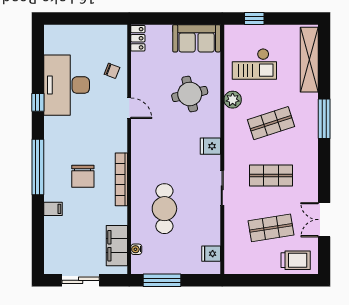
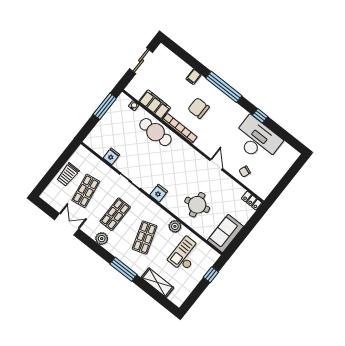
shelving: (309, 60) -> (157, 283), width x0.68
door: (129, 108) -> (216, 164), swing flipped
plant: (309, 169) -> (102, 239), added
cafe table: (164, 209) -> (155, 132), moved
filing cabinet: (117, 246) -> (155, 104), moved
fridge: (211, 254) -> (111, 156), moved
trolley: (296, 260) -> (68, 175), moved

